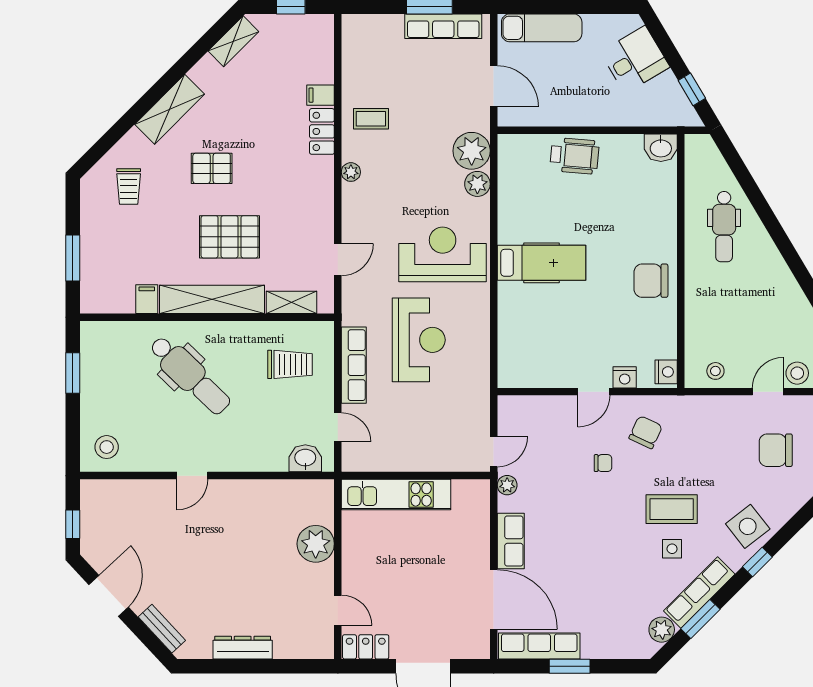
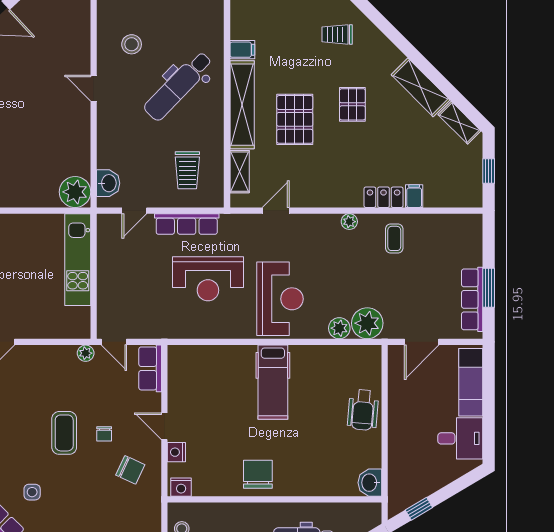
desk: (635, 60) -> (460, 438), moved, turned -59
shelving: (170, 109) -> (421, 87), moved
door: (338, 260) -> (276, 211), swing flipped
stool: (107, 447) -> (132, 44), moved
coffee table: (672, 509) -> (64, 433), moved
row of seats: (511, 541) -> (150, 368), moved, turned 90
plant: (316, 544) -> (75, 192), moved

